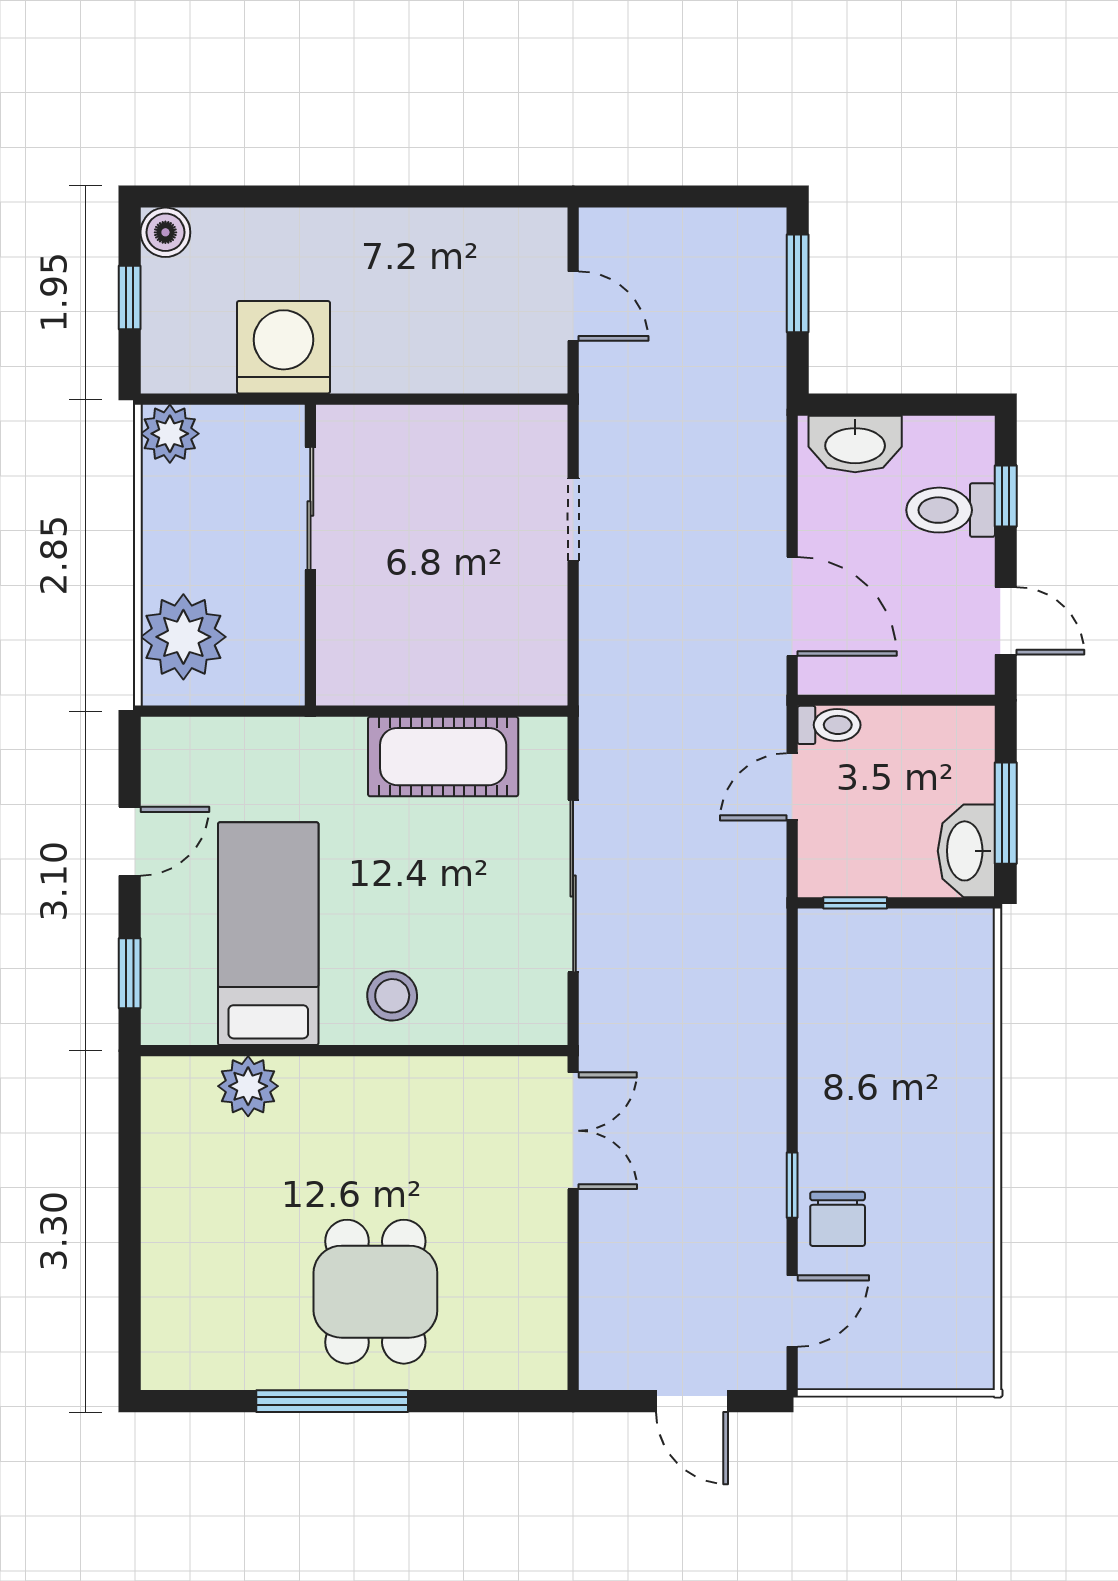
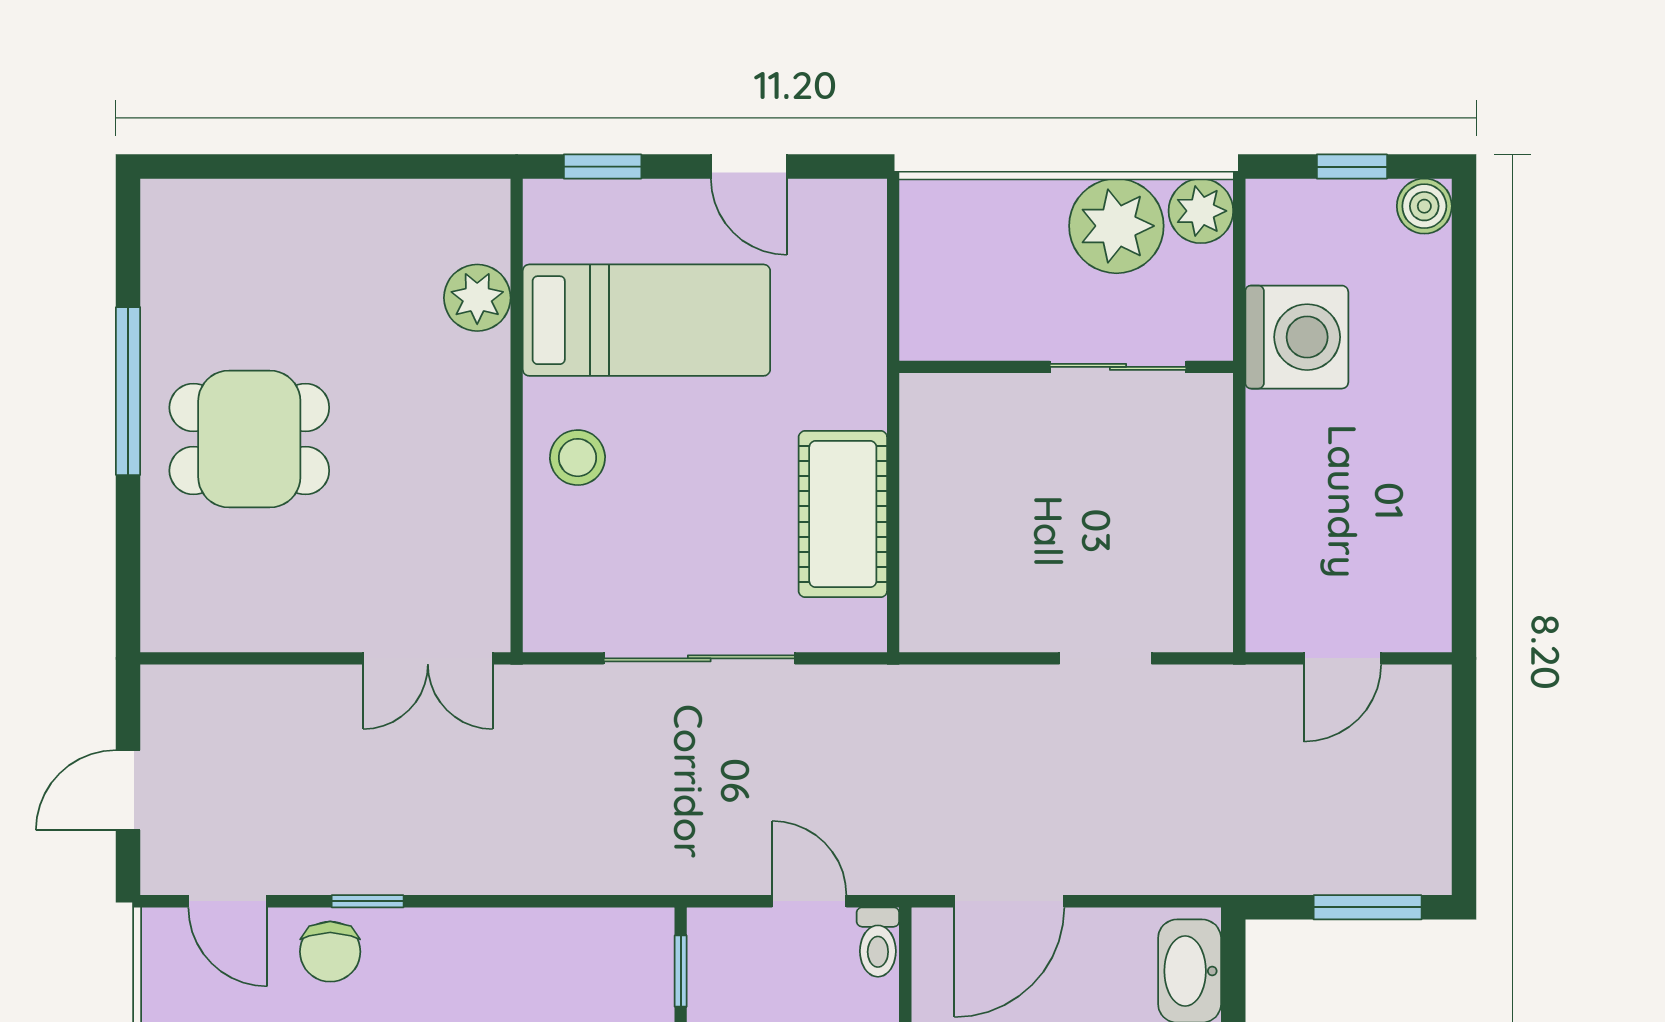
plant: (183, 637) -> (1116, 226), moved
chair: (838, 1219) -> (330, 952), turned -90

